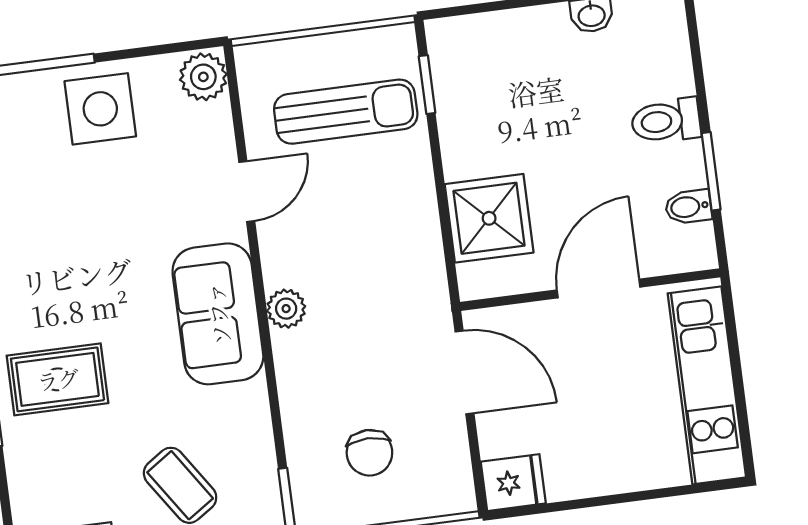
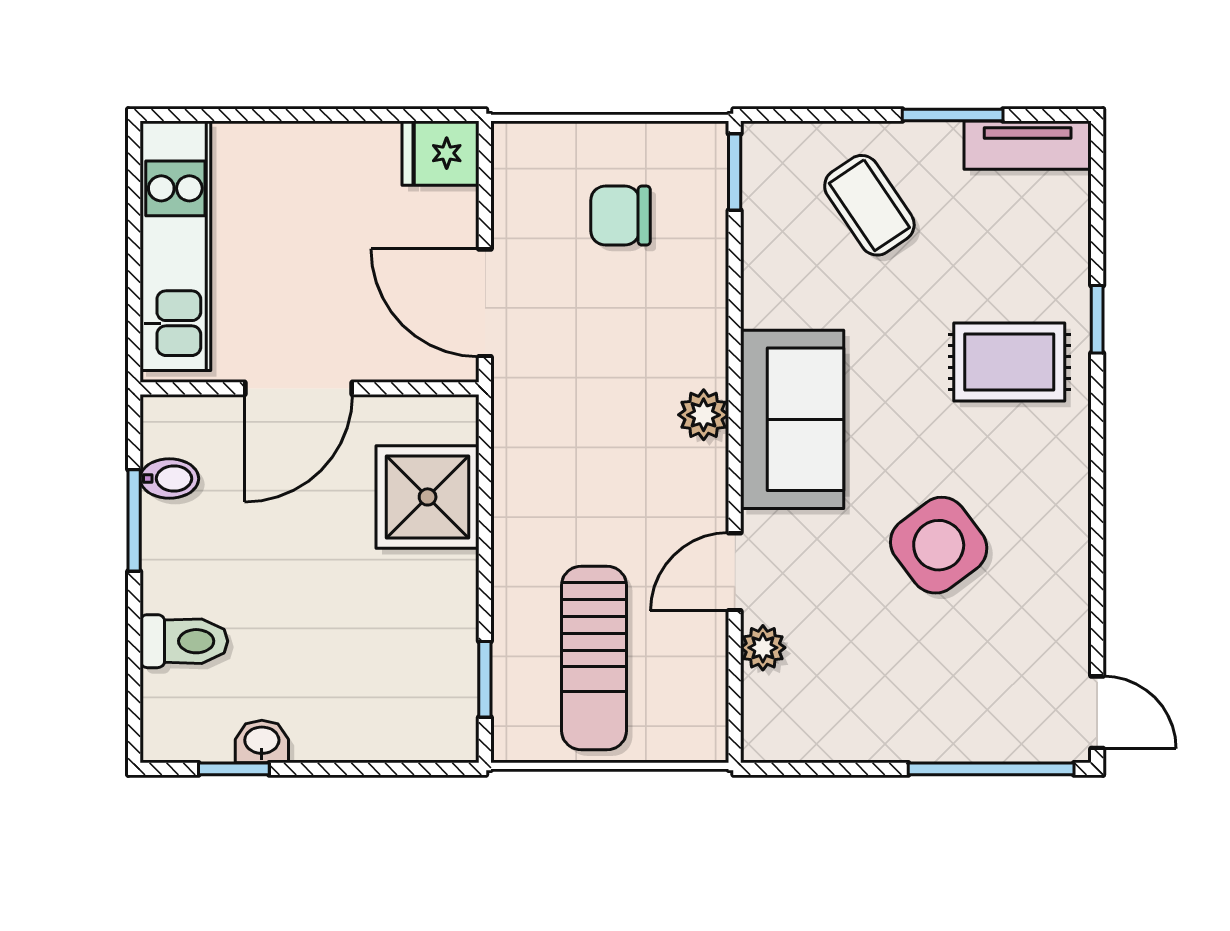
plant: (203, 77) -> (763, 648), moved, width x0.73, depth x0.73
side table: (100, 109) -> (939, 545), moved, turned -37
sun lounger: (346, 112) -> (594, 658), turned -90
toilet: (666, 121) -> (184, 641), moved
chair: (369, 453) -> (620, 216), turned -90

